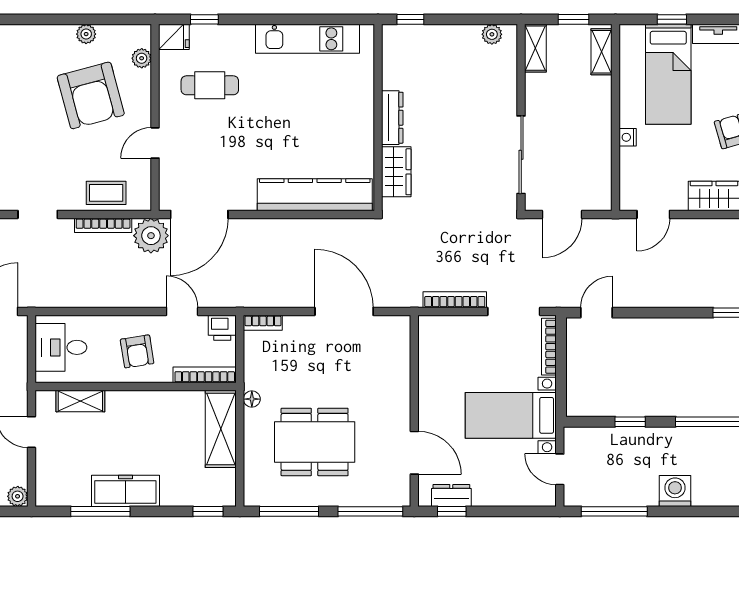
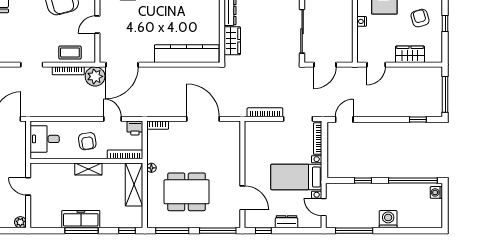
shelving: (80, 401) -> (88, 169), moved
dresser: (451, 495) -> (287, 222), moved
window: (100, 511) -> (82, 231), moved

